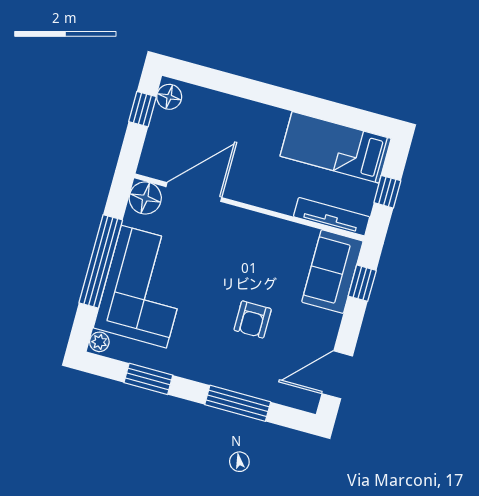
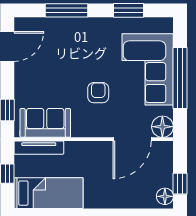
sofa: (332, 272) -> (45, 123), moved, turned -90
armchair: (253, 319) -> (98, 93), moved
plant: (99, 342) -> (167, 26), removed

